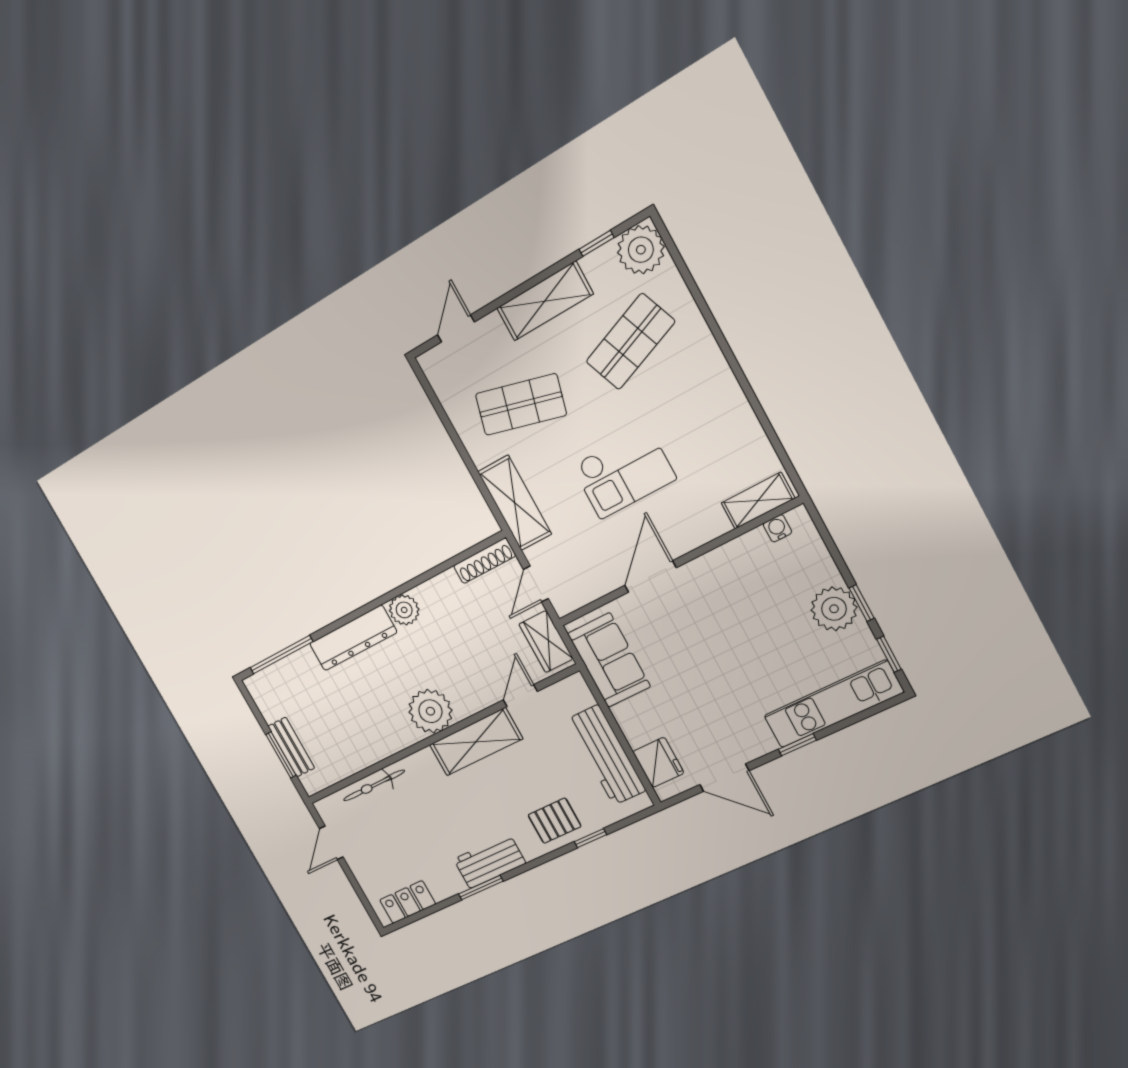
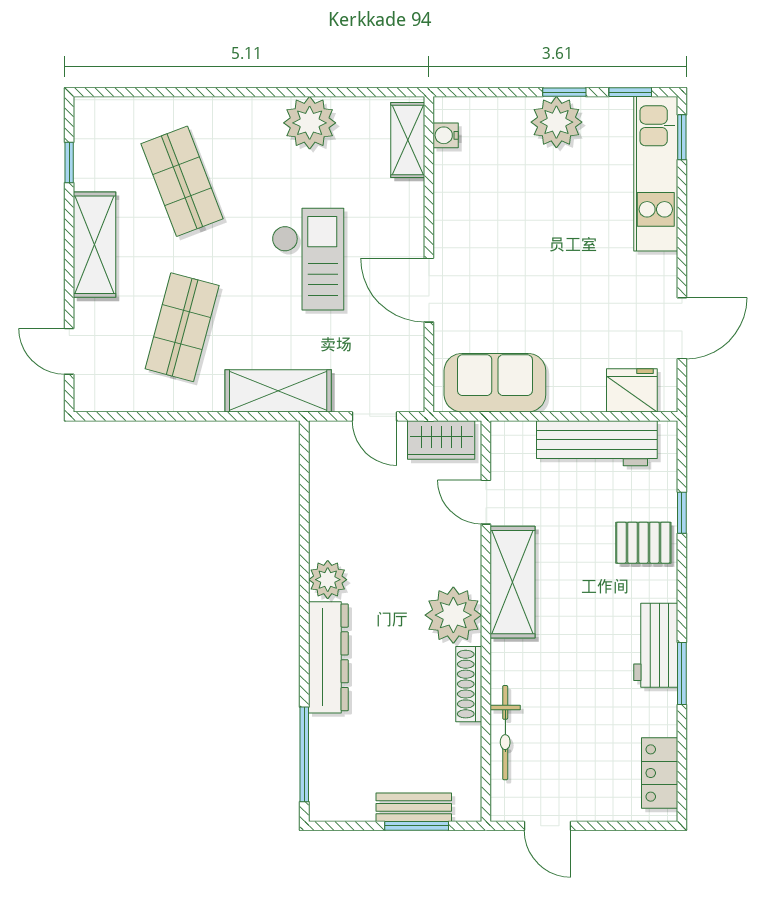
plant: (641, 250) -> (310, 123), moved
shoe rack: (485, 561) -> (469, 684), moved, turned 180
window: (797, 745) -> (682, 137), moved
pallet: (554, 821) -> (643, 543), turned 90

